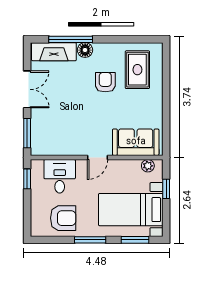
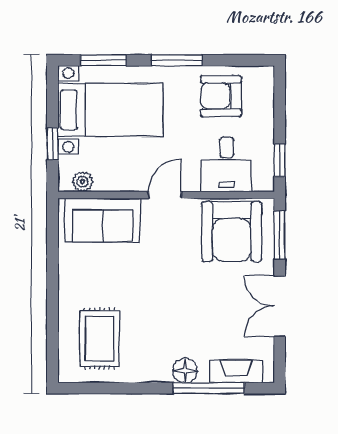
fireplace: (54, 52) -> (236, 371), width x0.73, depth x0.76
armchair: (105, 82) -> (232, 232), moved, width x1.88, depth x1.88

